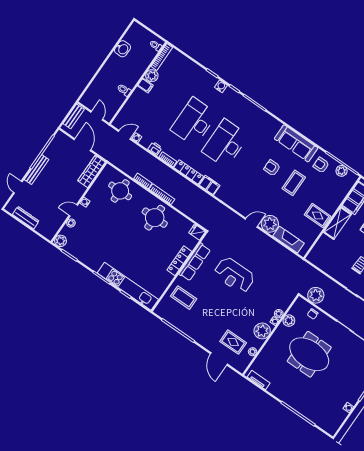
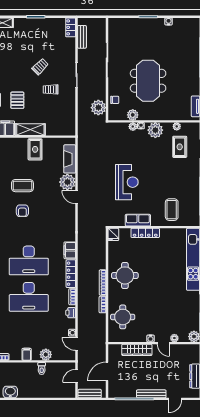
plant: (152, 76) -> (46, 355), moved
wardrobe: (92, 171) -> (137, 350), moved
row of seats: (195, 262) -> (138, 220), width x0.68

